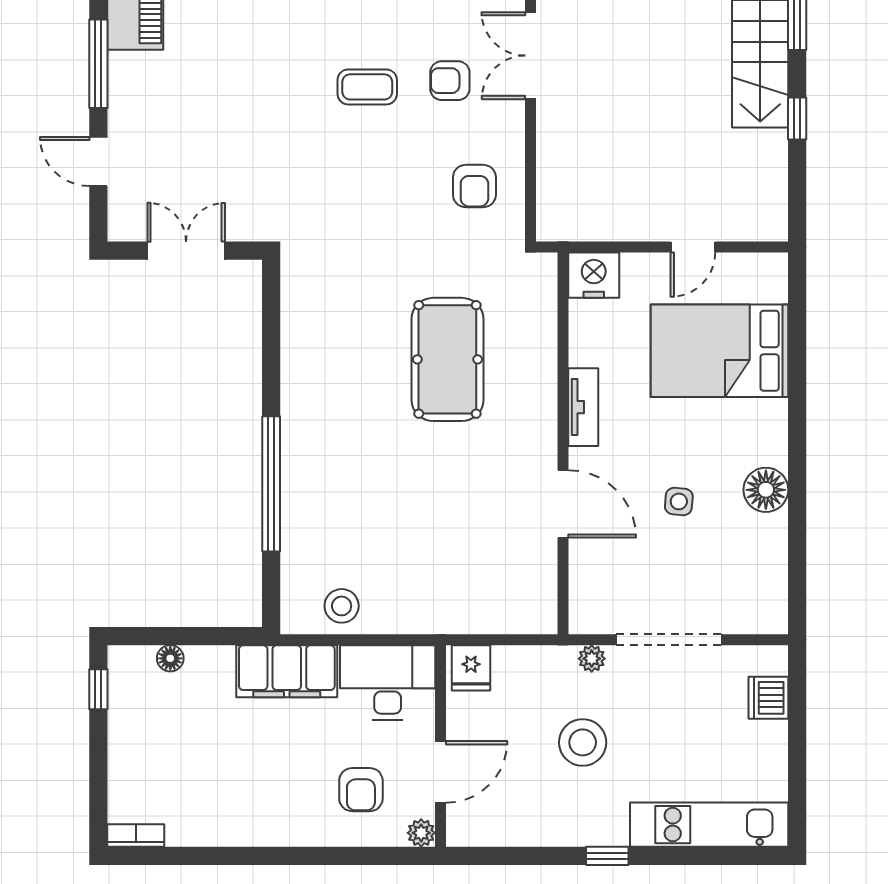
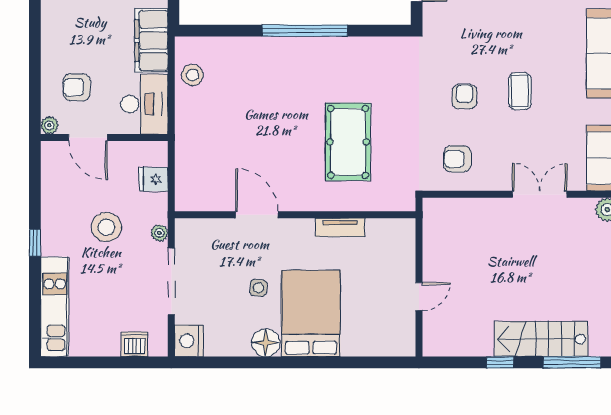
armchair: (450, 81) -> (464, 97), moved
door: (693, 247) -> (419, 297), swing flipped
nightstand: (594, 275) -> (189, 341), moved, turned 180
bed: (719, 351) -> (311, 313), moved
pool table: (447, 359) -> (348, 142), turned 90
tv unit: (583, 407) -> (340, 228), moved
window: (271, 484) -> (305, 31), moved
door: (563, 504) -> (257, 215), swing flipped
fridge: (471, 668) -> (153, 179), moved

